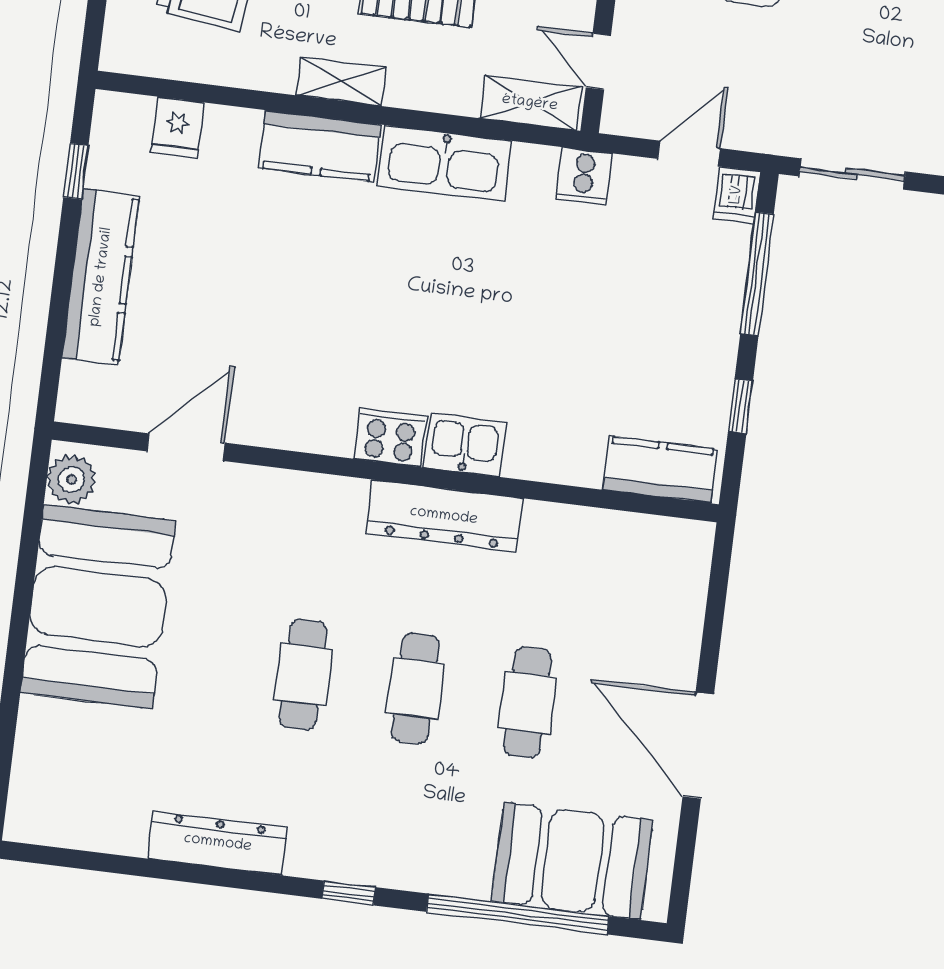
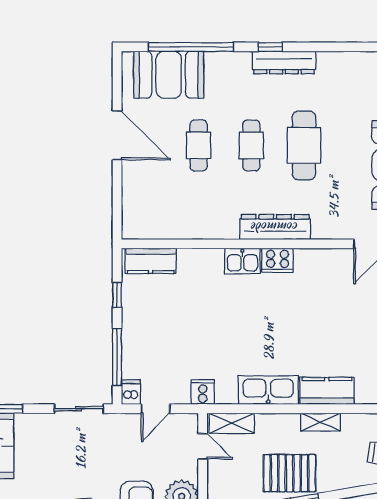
dresser: (444, 516) -> (275, 227), moved
cafe table: (303, 675) -> (304, 145), width x1.37, depth x1.35
dresser: (218, 843) -> (284, 63), moved

